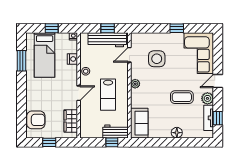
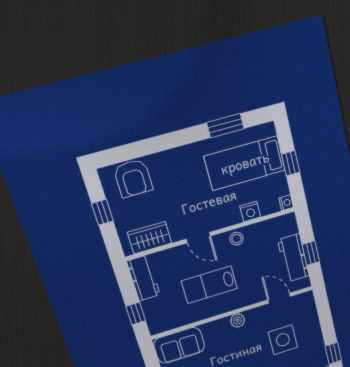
workbench: (107, 40) -> (293, 258), width x0.73
workbench: (115, 131) -> (143, 278), moved

